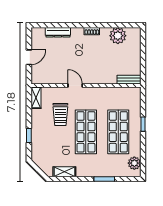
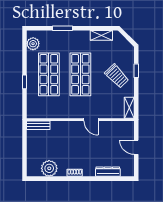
door: (29, 57) -> (136, 147), hinge flipped
trolley: (60, 115) -> (117, 76), moved, turned 136

